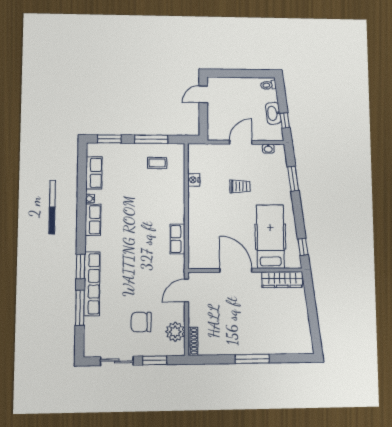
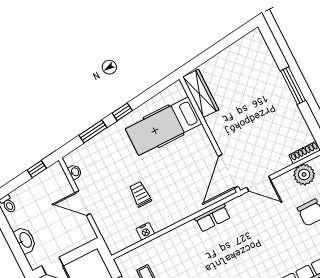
washbasin: (273, 113) -> (25, 240), moved, turned -83
trolley: (240, 186) -> (140, 194), moved
window: (303, 247) -> (122, 112), moved
door: (236, 270) -> (228, 171), moved

